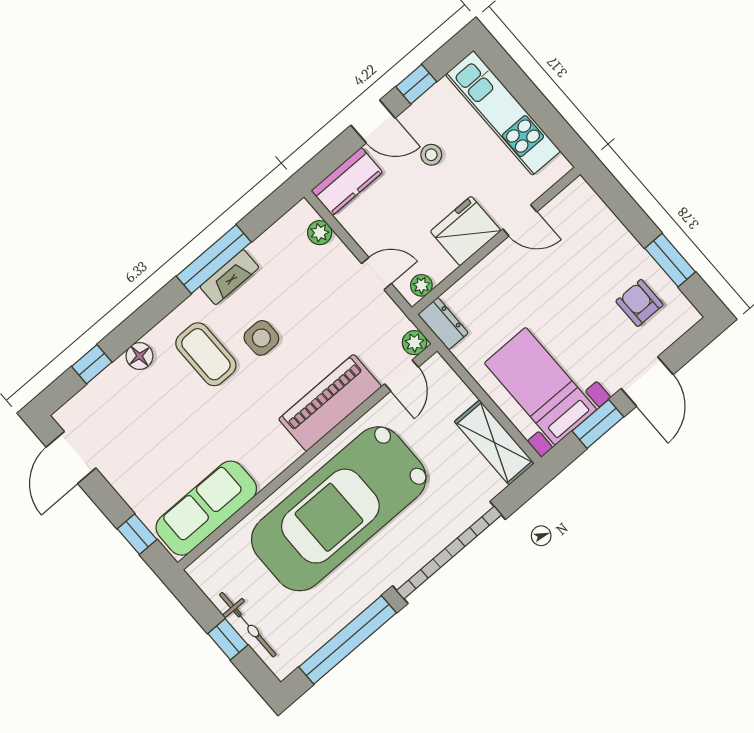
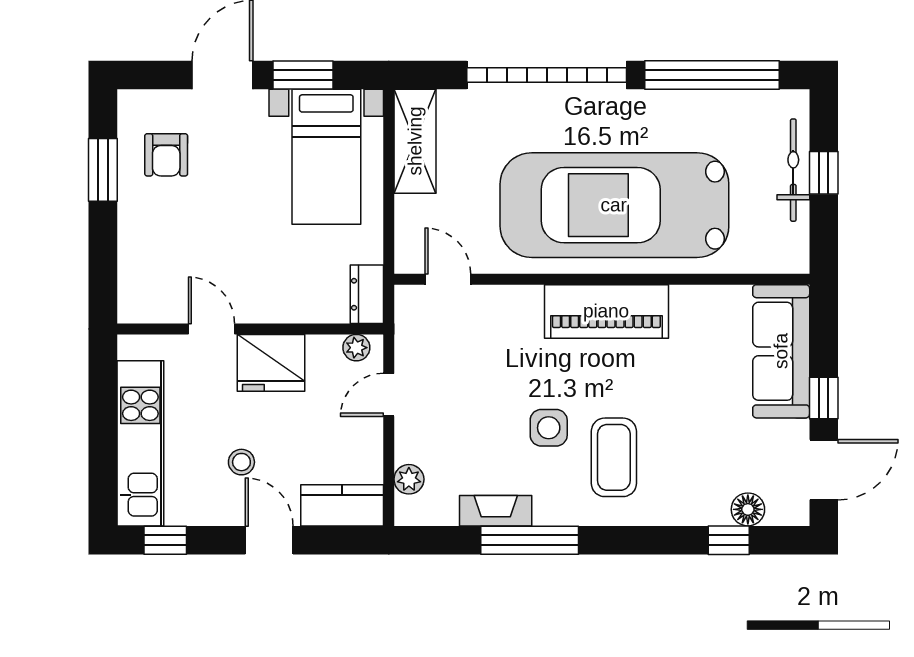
window: (416, 84) -> (165, 540), moved
door: (377, 274) -> (389, 395), hinge flipped
fireplace: (229, 277) -> (496, 511), moved
plant: (414, 343) -> (409, 300), removed
floor lamp: (139, 356) -> (748, 509), moved
door: (401, 376) -> (448, 279), hinge flipped
piano: (330, 403) -> (606, 311), moved
sofa: (206, 508) -> (781, 351), moved, turned 90
car: (339, 509) -> (614, 205), turned 180
window: (137, 534) -> (824, 398), moved

